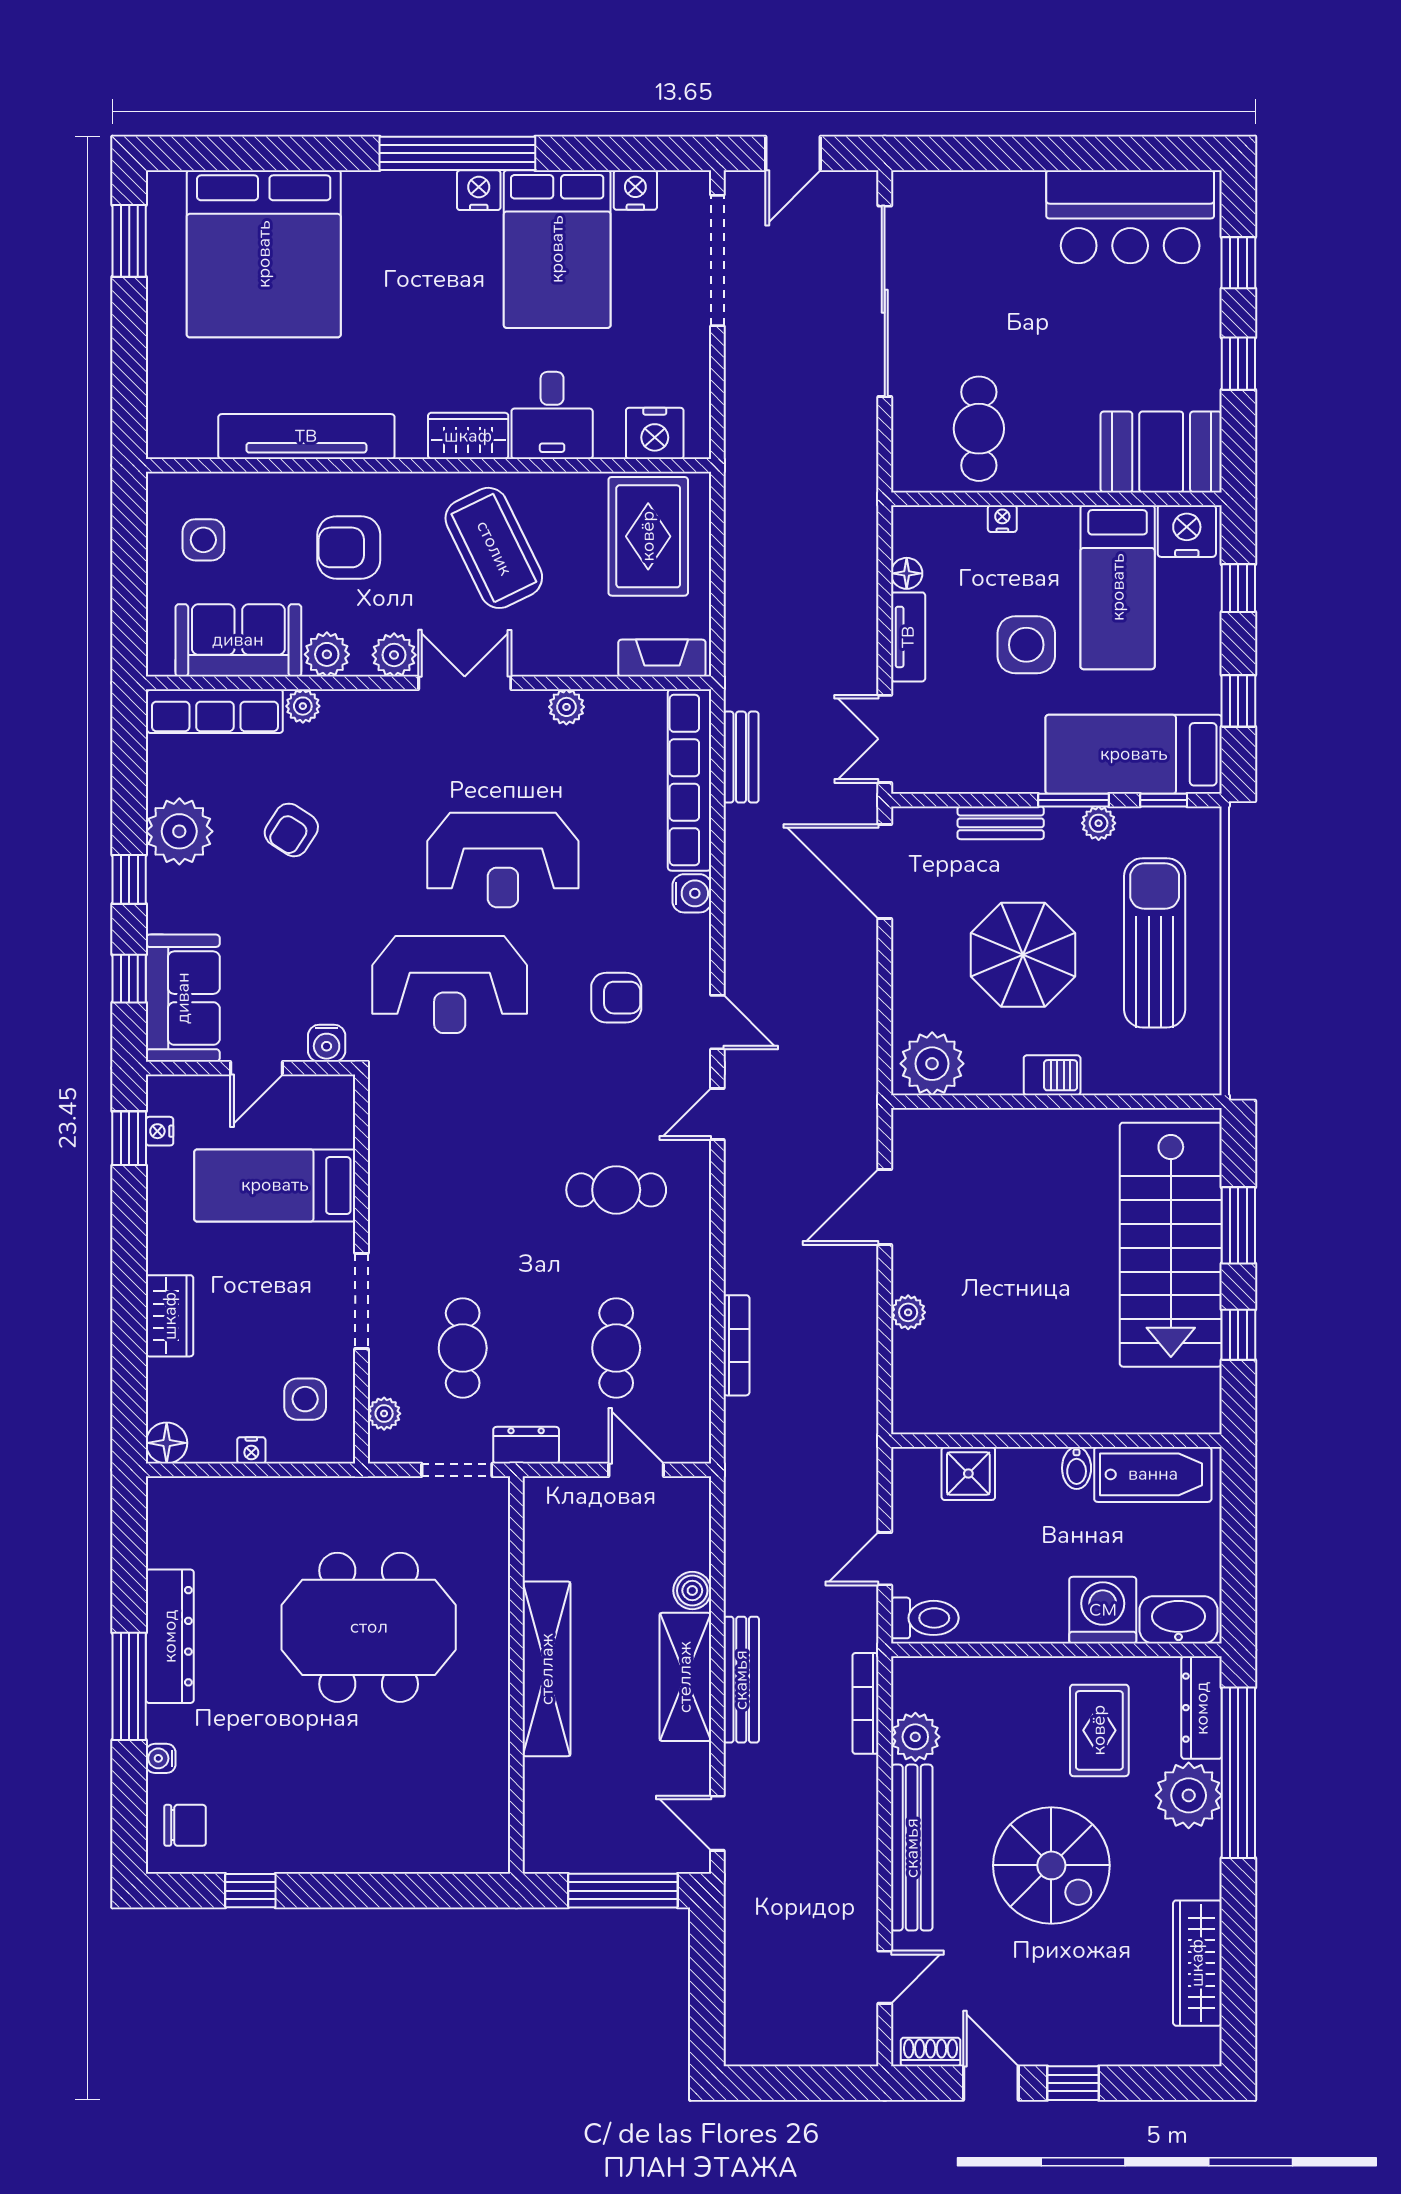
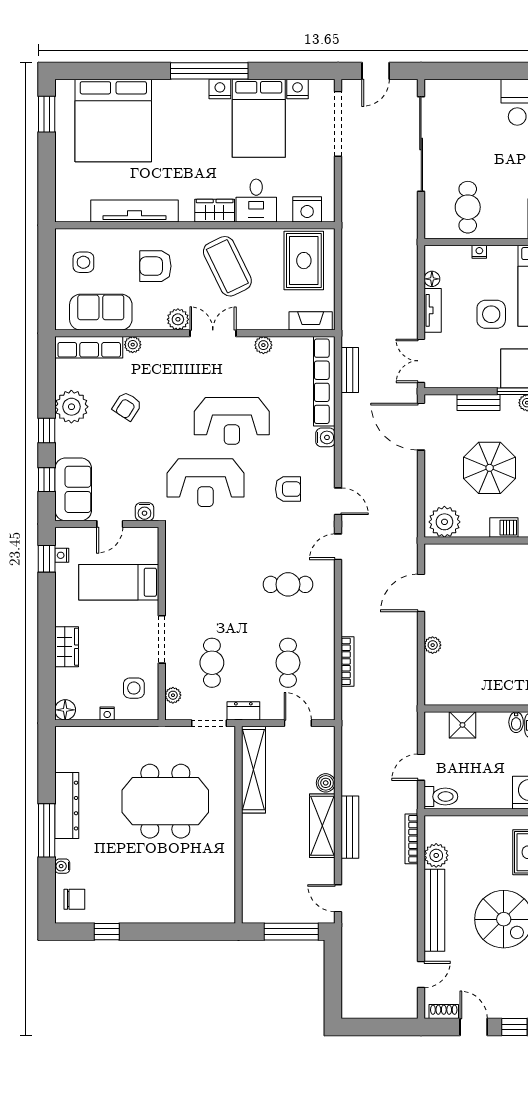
plant: (327, 654) -> (145, 319), removed
shelving: (547, 1669) -> (253, 770), moved

